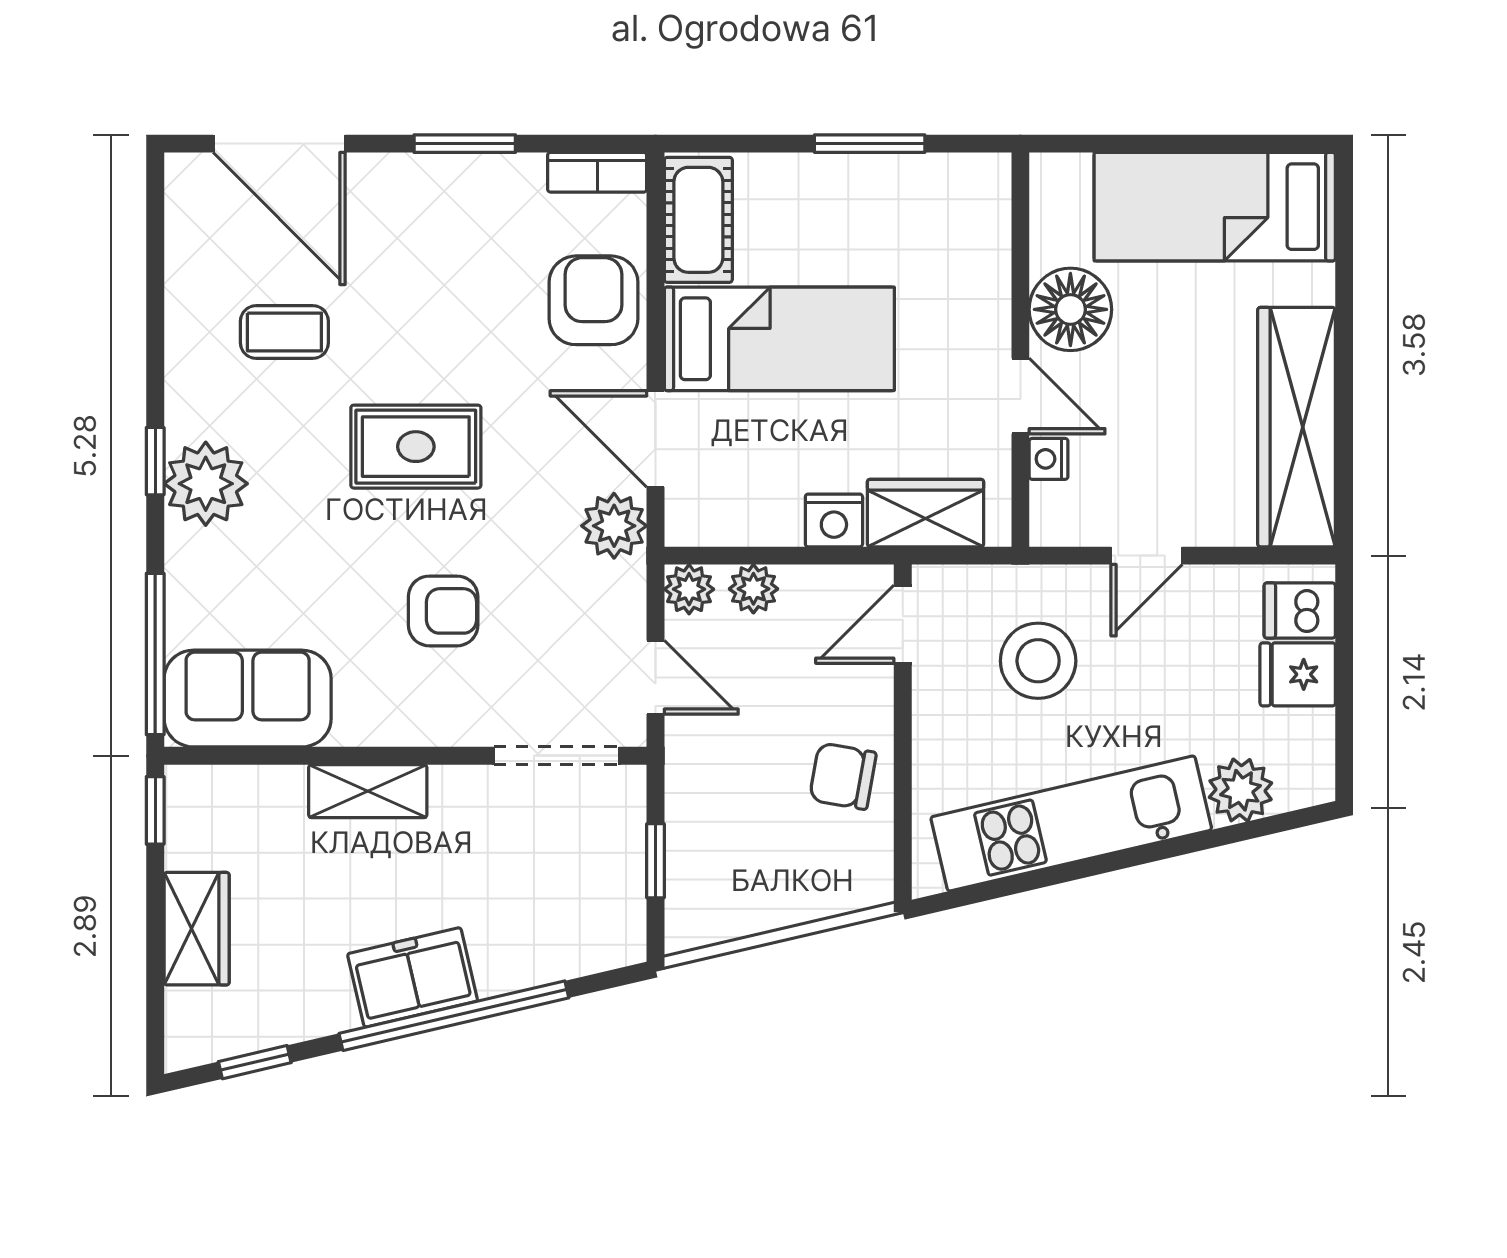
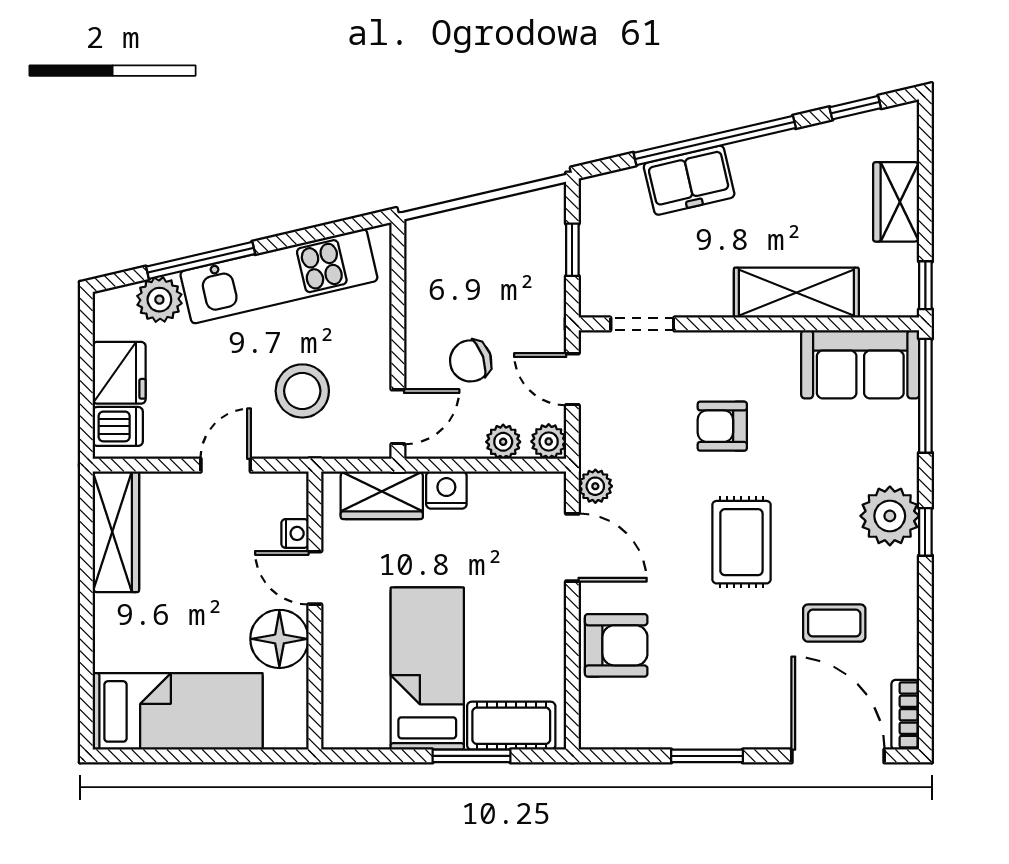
window: (870, 144) -> (471, 756), moved
bookcase: (597, 172) -> (905, 715), moved, turned -90
cot: (698, 220) -> (511, 726), moved, turned 90
armchair: (593, 300) -> (616, 645), turned -90
bed: (779, 339) -> (427, 669), moved, turned 90
wardrobe: (1297, 427) -> (116, 532), width x0.71, depth x0.85
rug: (416, 447) -> (741, 542), turned 90
plant: (614, 526) -> (595, 486), width x0.73, depth x0.73
fridge: (1298, 674) -> (119, 373), width x1.38
doorway: (556, 756) -> (642, 324), width x0.73
chair: (843, 776) -> (471, 361), moved, turned 151
shelving: (368, 791) -> (796, 293), width x1.50, depth x1.33
window: (1182, 846) -> (201, 260), added
freezer: (413, 977) -> (689, 180), moved

